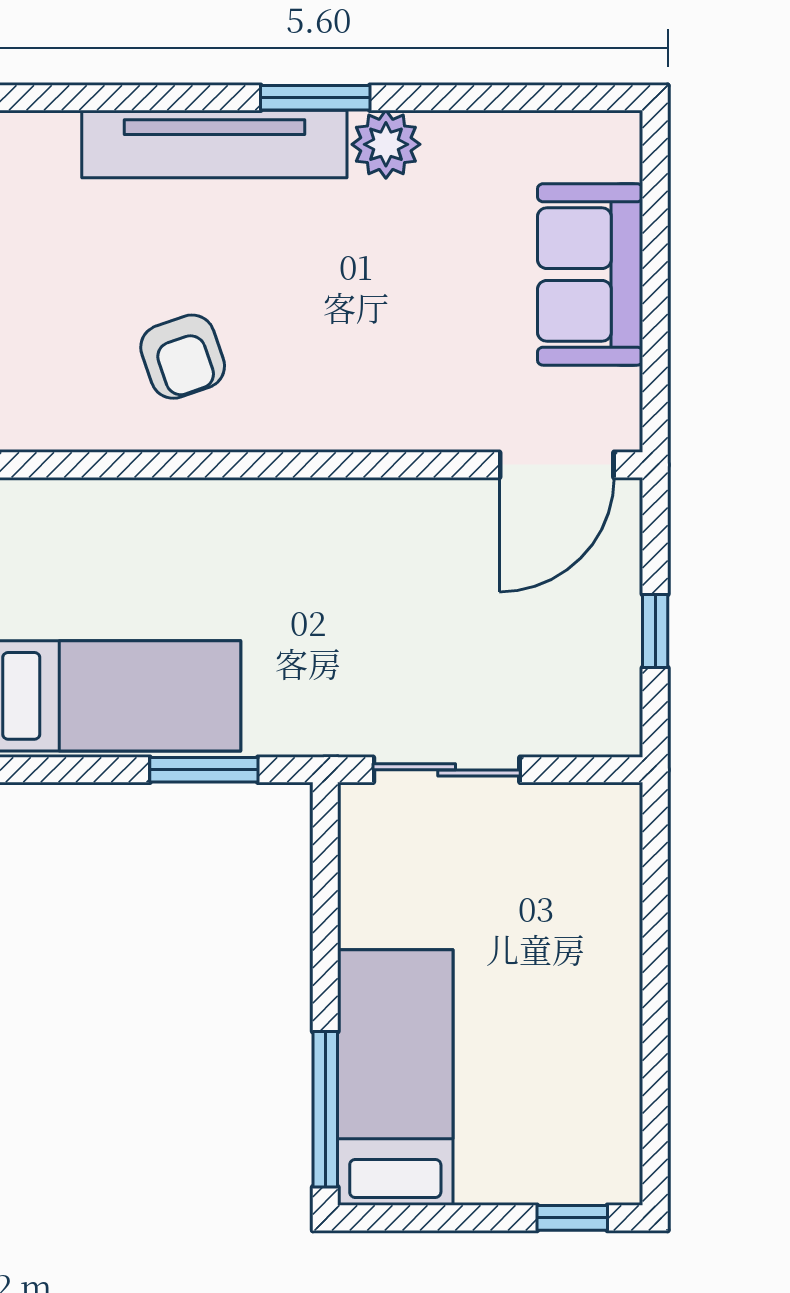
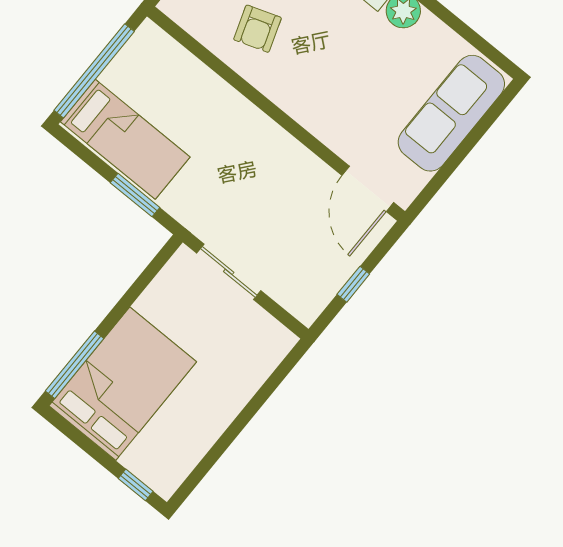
sofa: (590, 274) -> (451, 113), width x1.36
door: (557, 465) -> (368, 189), hinge flipped
bed: (395, 1077) -> (123, 384), width x1.50

